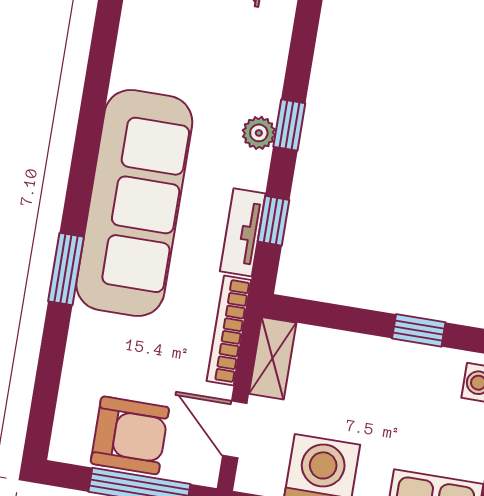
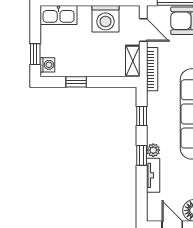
tv unit: (243, 232) -> (153, 175), moved

